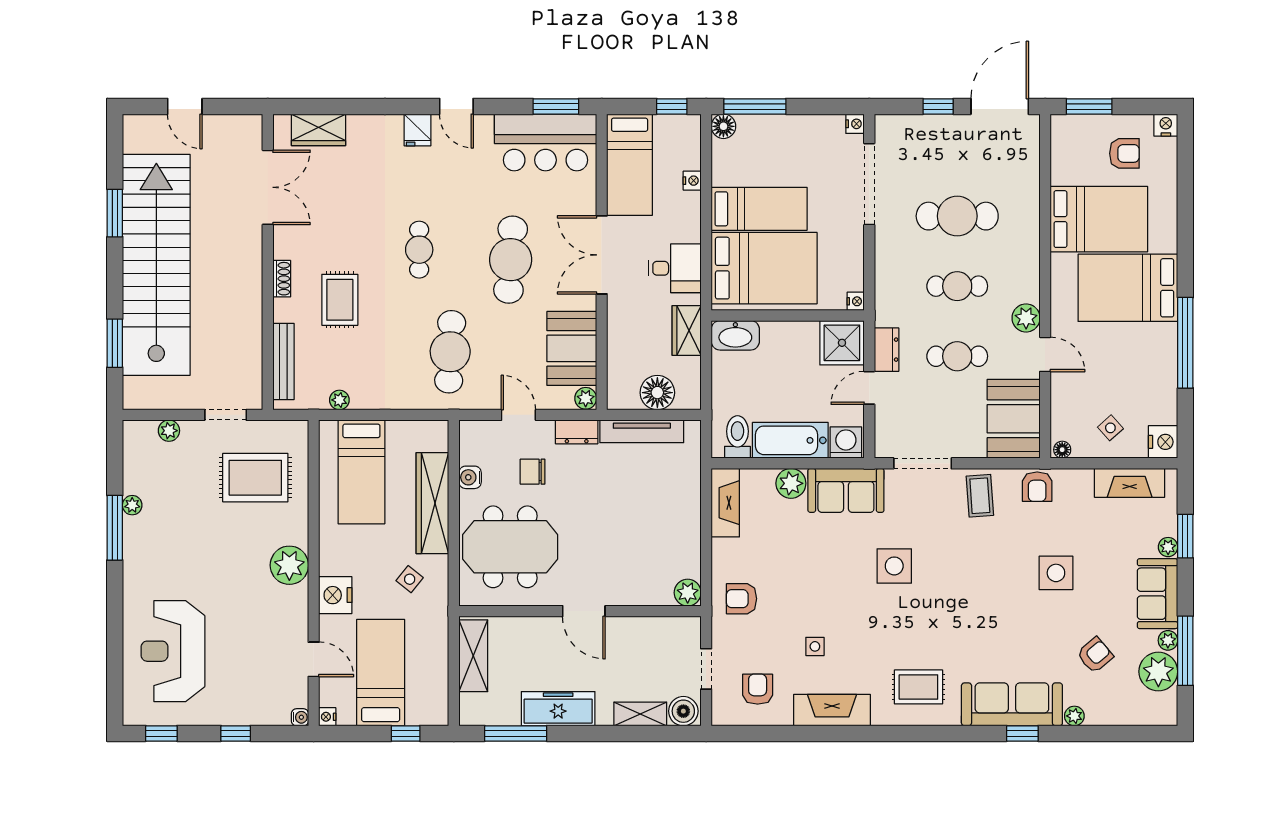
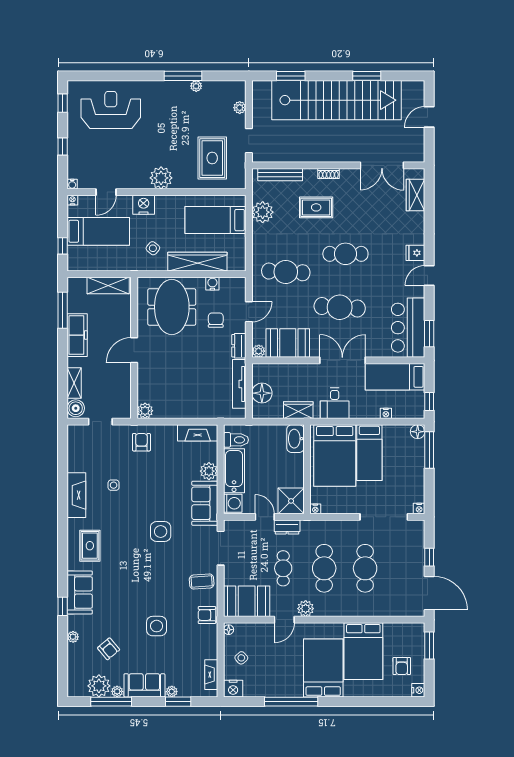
cafe table: (419, 250) -> (345, 254), width x1.37, depth x1.35
cafe table: (957, 286) -> (324, 568), width x1.37, depth x1.35
plant: (339, 400) -> (263, 212), width x1.88, depth x1.88
fireplace: (1130, 483) -> (211, 675), width x0.73, depth x0.76
armchair: (758, 689) -> (89, 452), removed
sofa: (1012, 704) -> (80, 592), width x0.73

